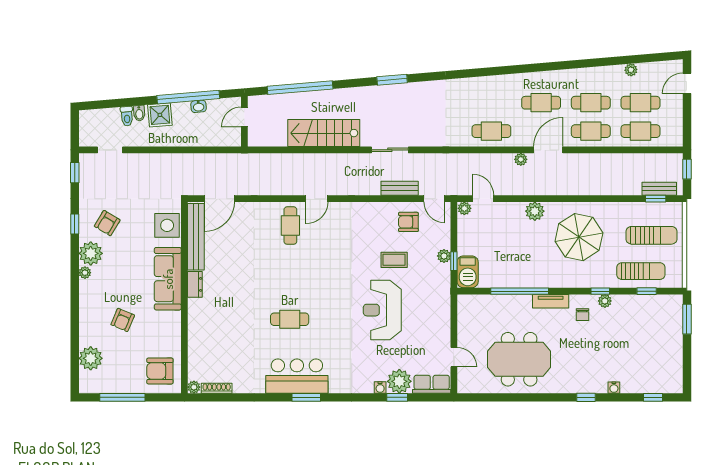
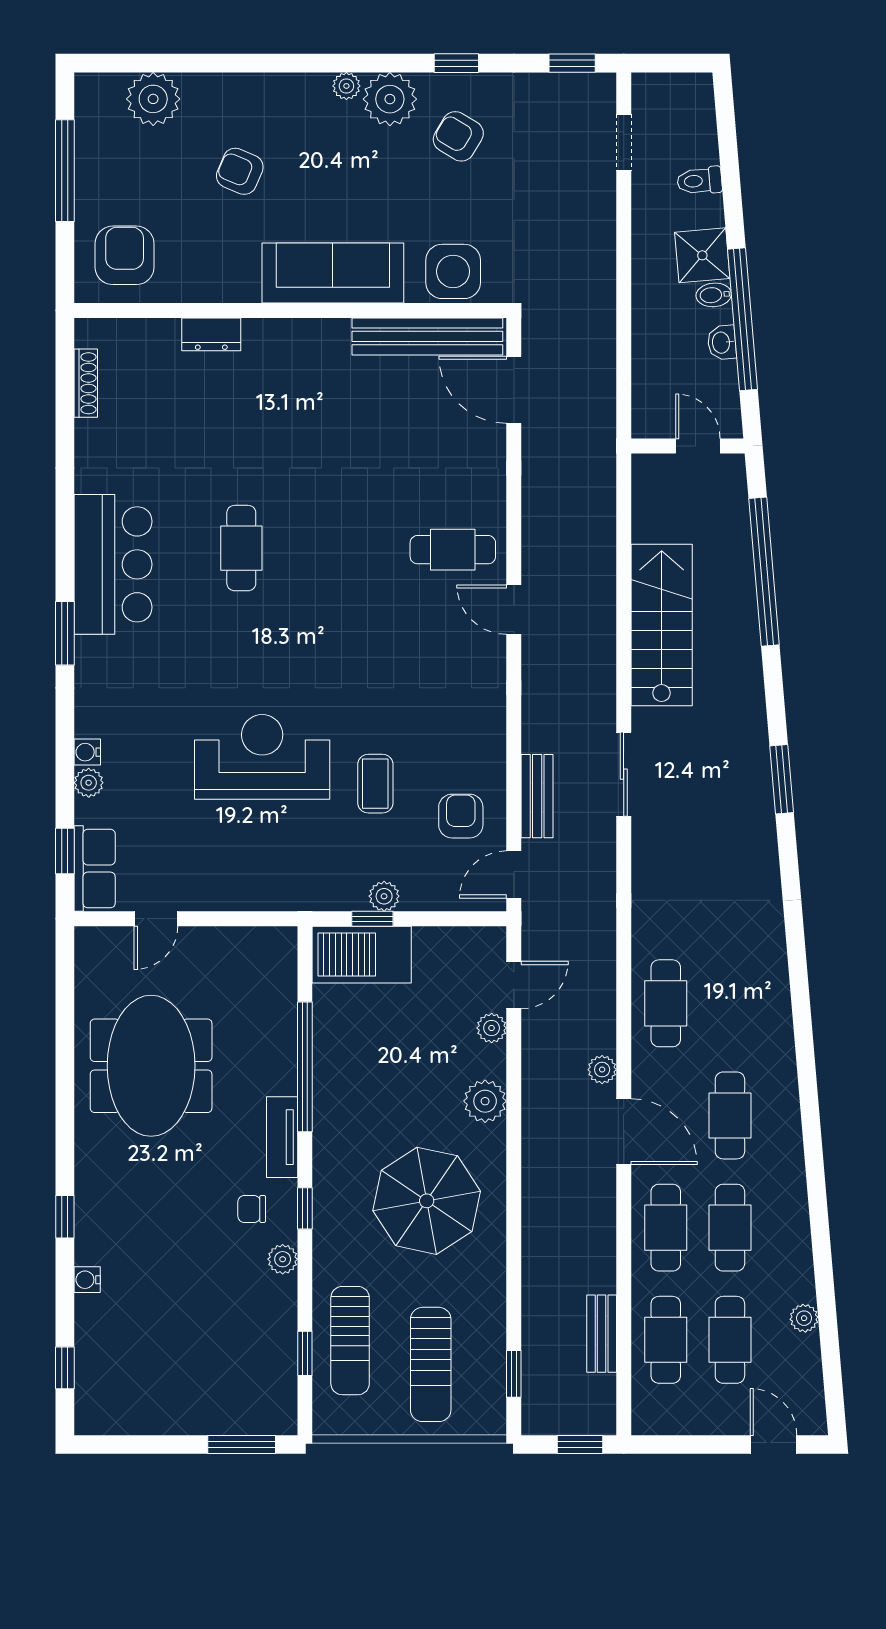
bidet: (139, 113) -> (714, 295), moved
bench: (659, 189) -> (602, 1334), moved
plant: (464, 208) -> (492, 1028), moved
barbecue: (468, 272) -> (362, 955), width x1.37, depth x1.21
dresser: (195, 284) -> (211, 334), moved
window: (600, 291) -> (305, 1208), moved
plant: (399, 381) -> (89, 783), width x0.53, depth x0.53
plant: (194, 387) -> (88, 332), removed
window: (306, 397) -> (65, 633), moved
window: (397, 397) -> (65, 851), moved

